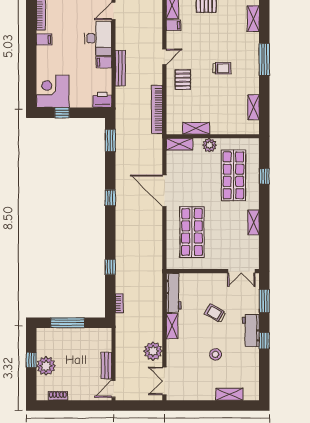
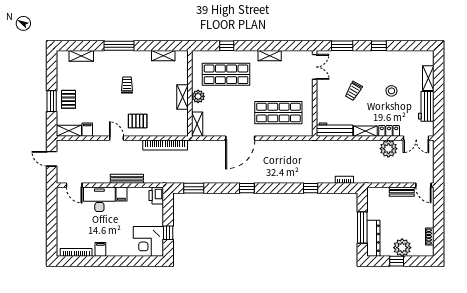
shelving: (196, 128) -> (183, 97), moved
workbench: (251, 331) -> (426, 106), moved, turned 90
dresser: (56, 335) -> (373, 238), added
locker: (172, 352) -> (389, 131), added

